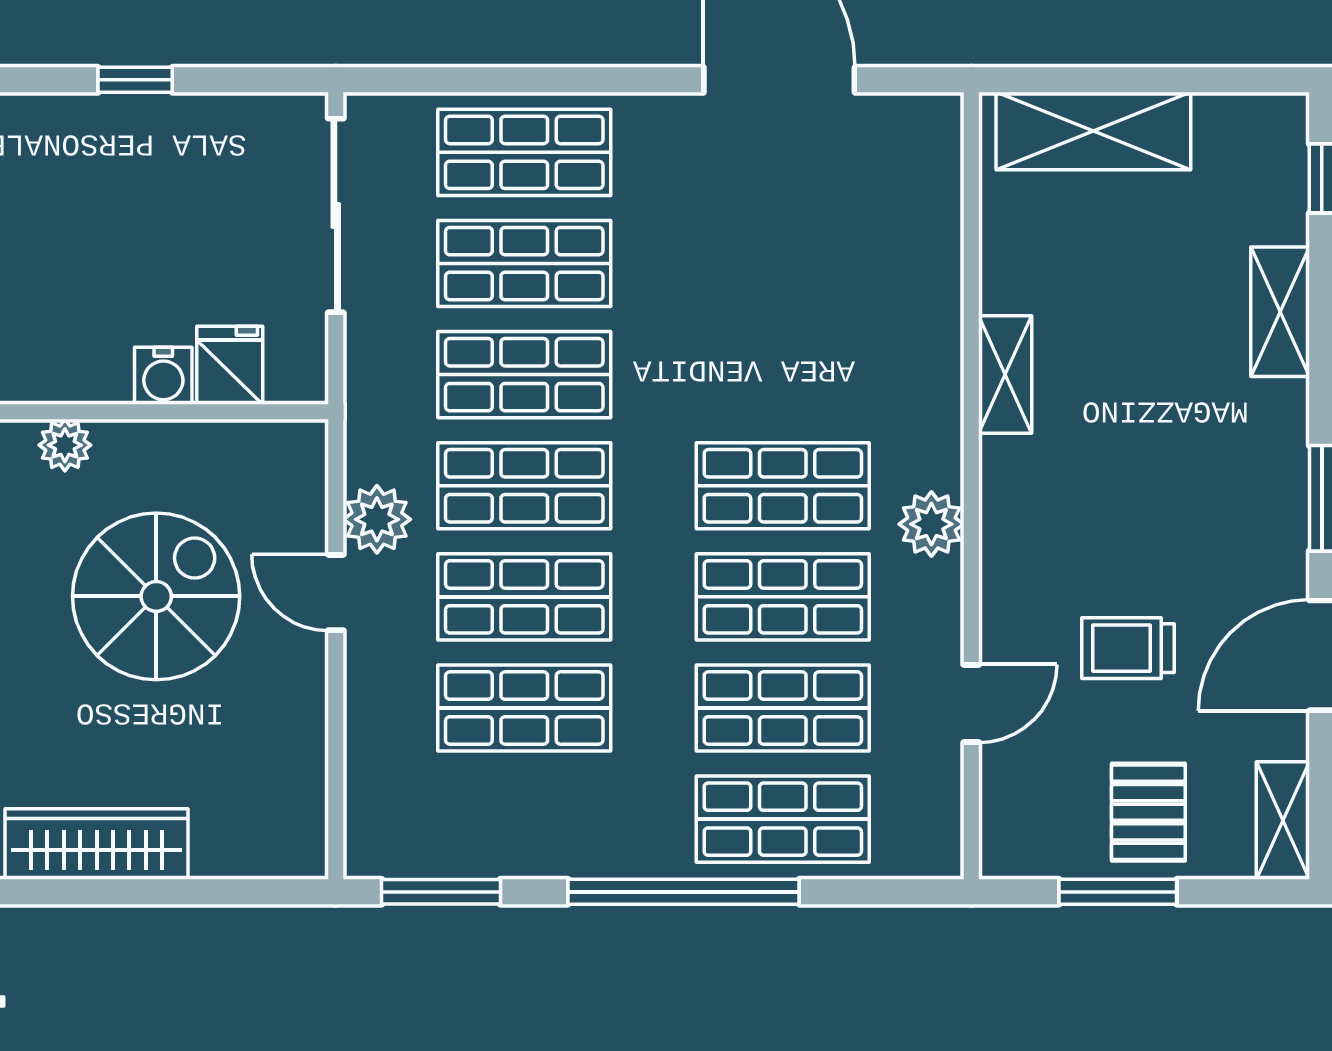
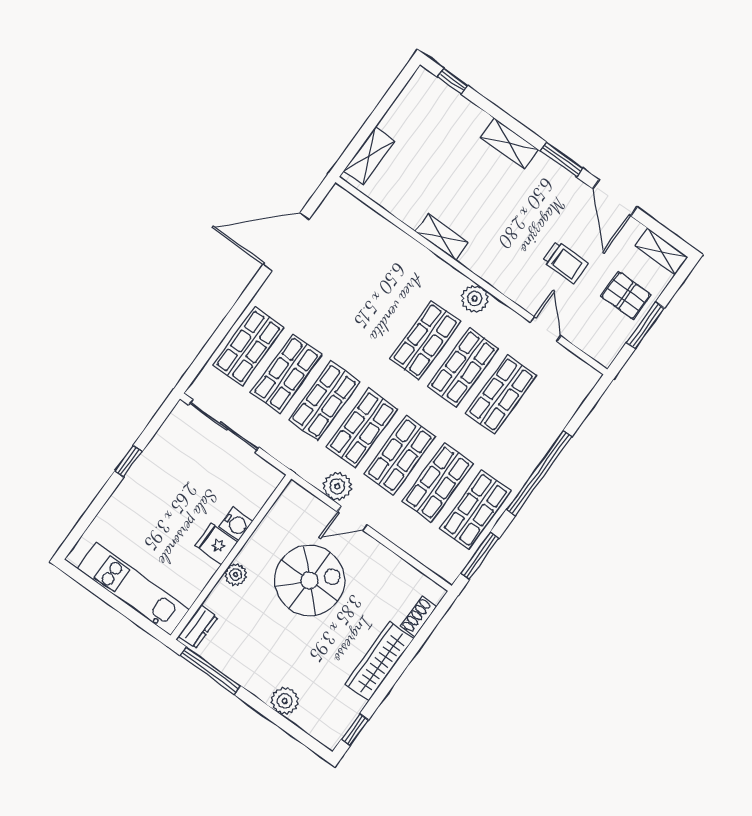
shelving: (1093, 131) -> (369, 156), width x0.67, depth x0.75
shelving: (1280, 312) -> (509, 144), moved
fridge: (230, 365) -> (216, 544), moved
spiral stairs: (156, 596) -> (310, 580), turned 90
trolley: (1128, 648) -> (565, 262), turned -90
shop shelf: (783, 819) -> (476, 510), moved
shoe rack: (238, 858) -> (419, 617), added

